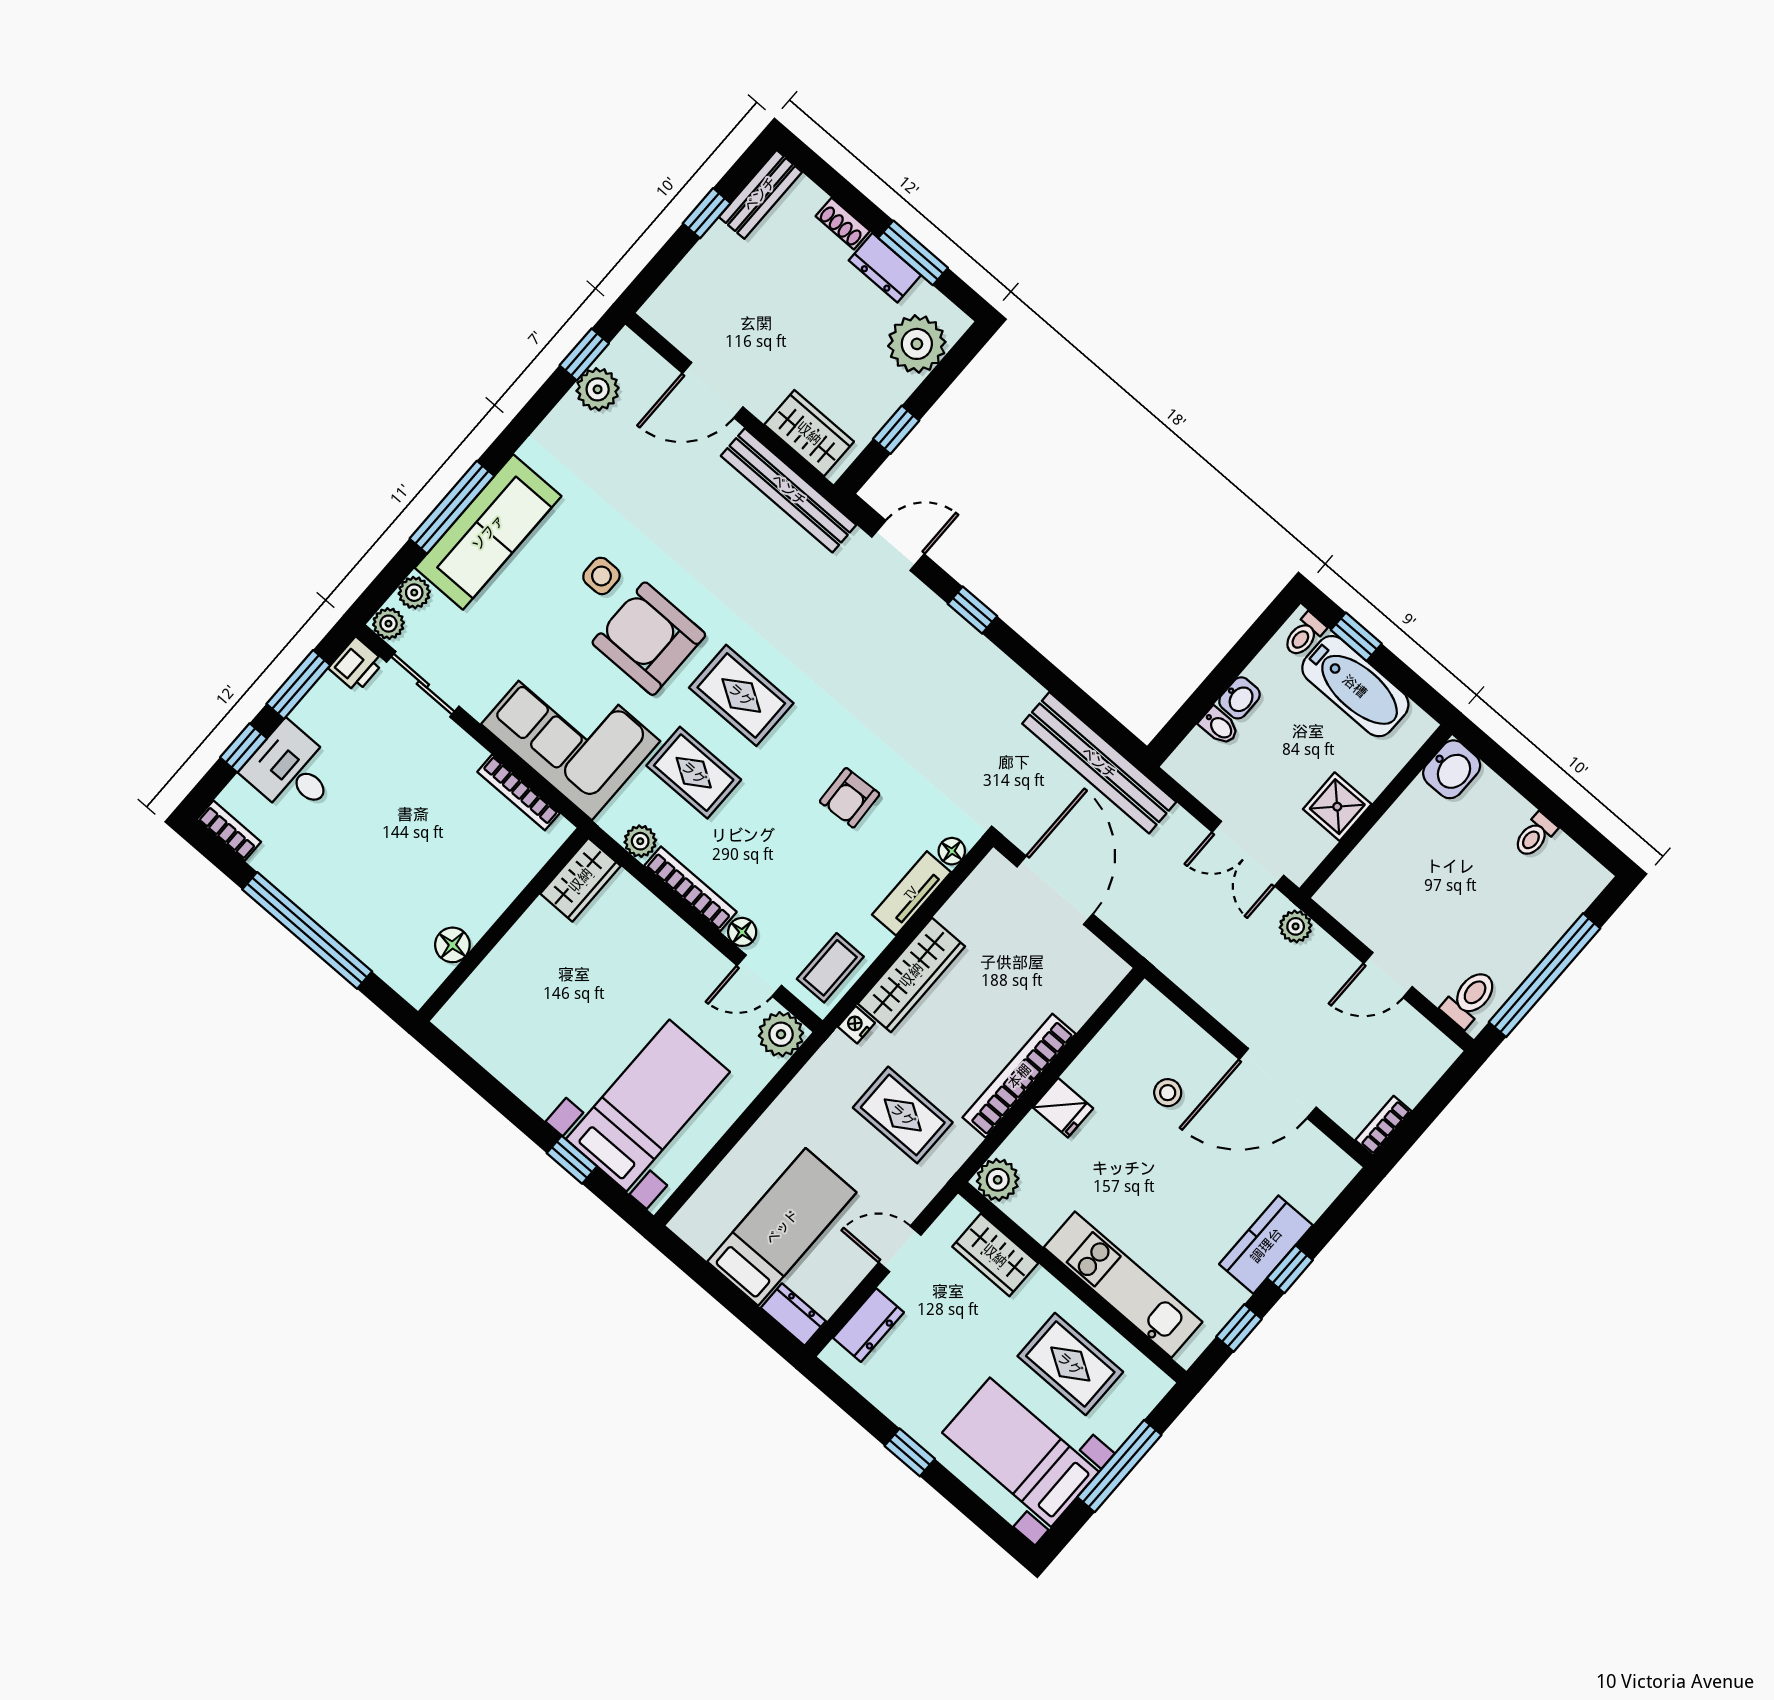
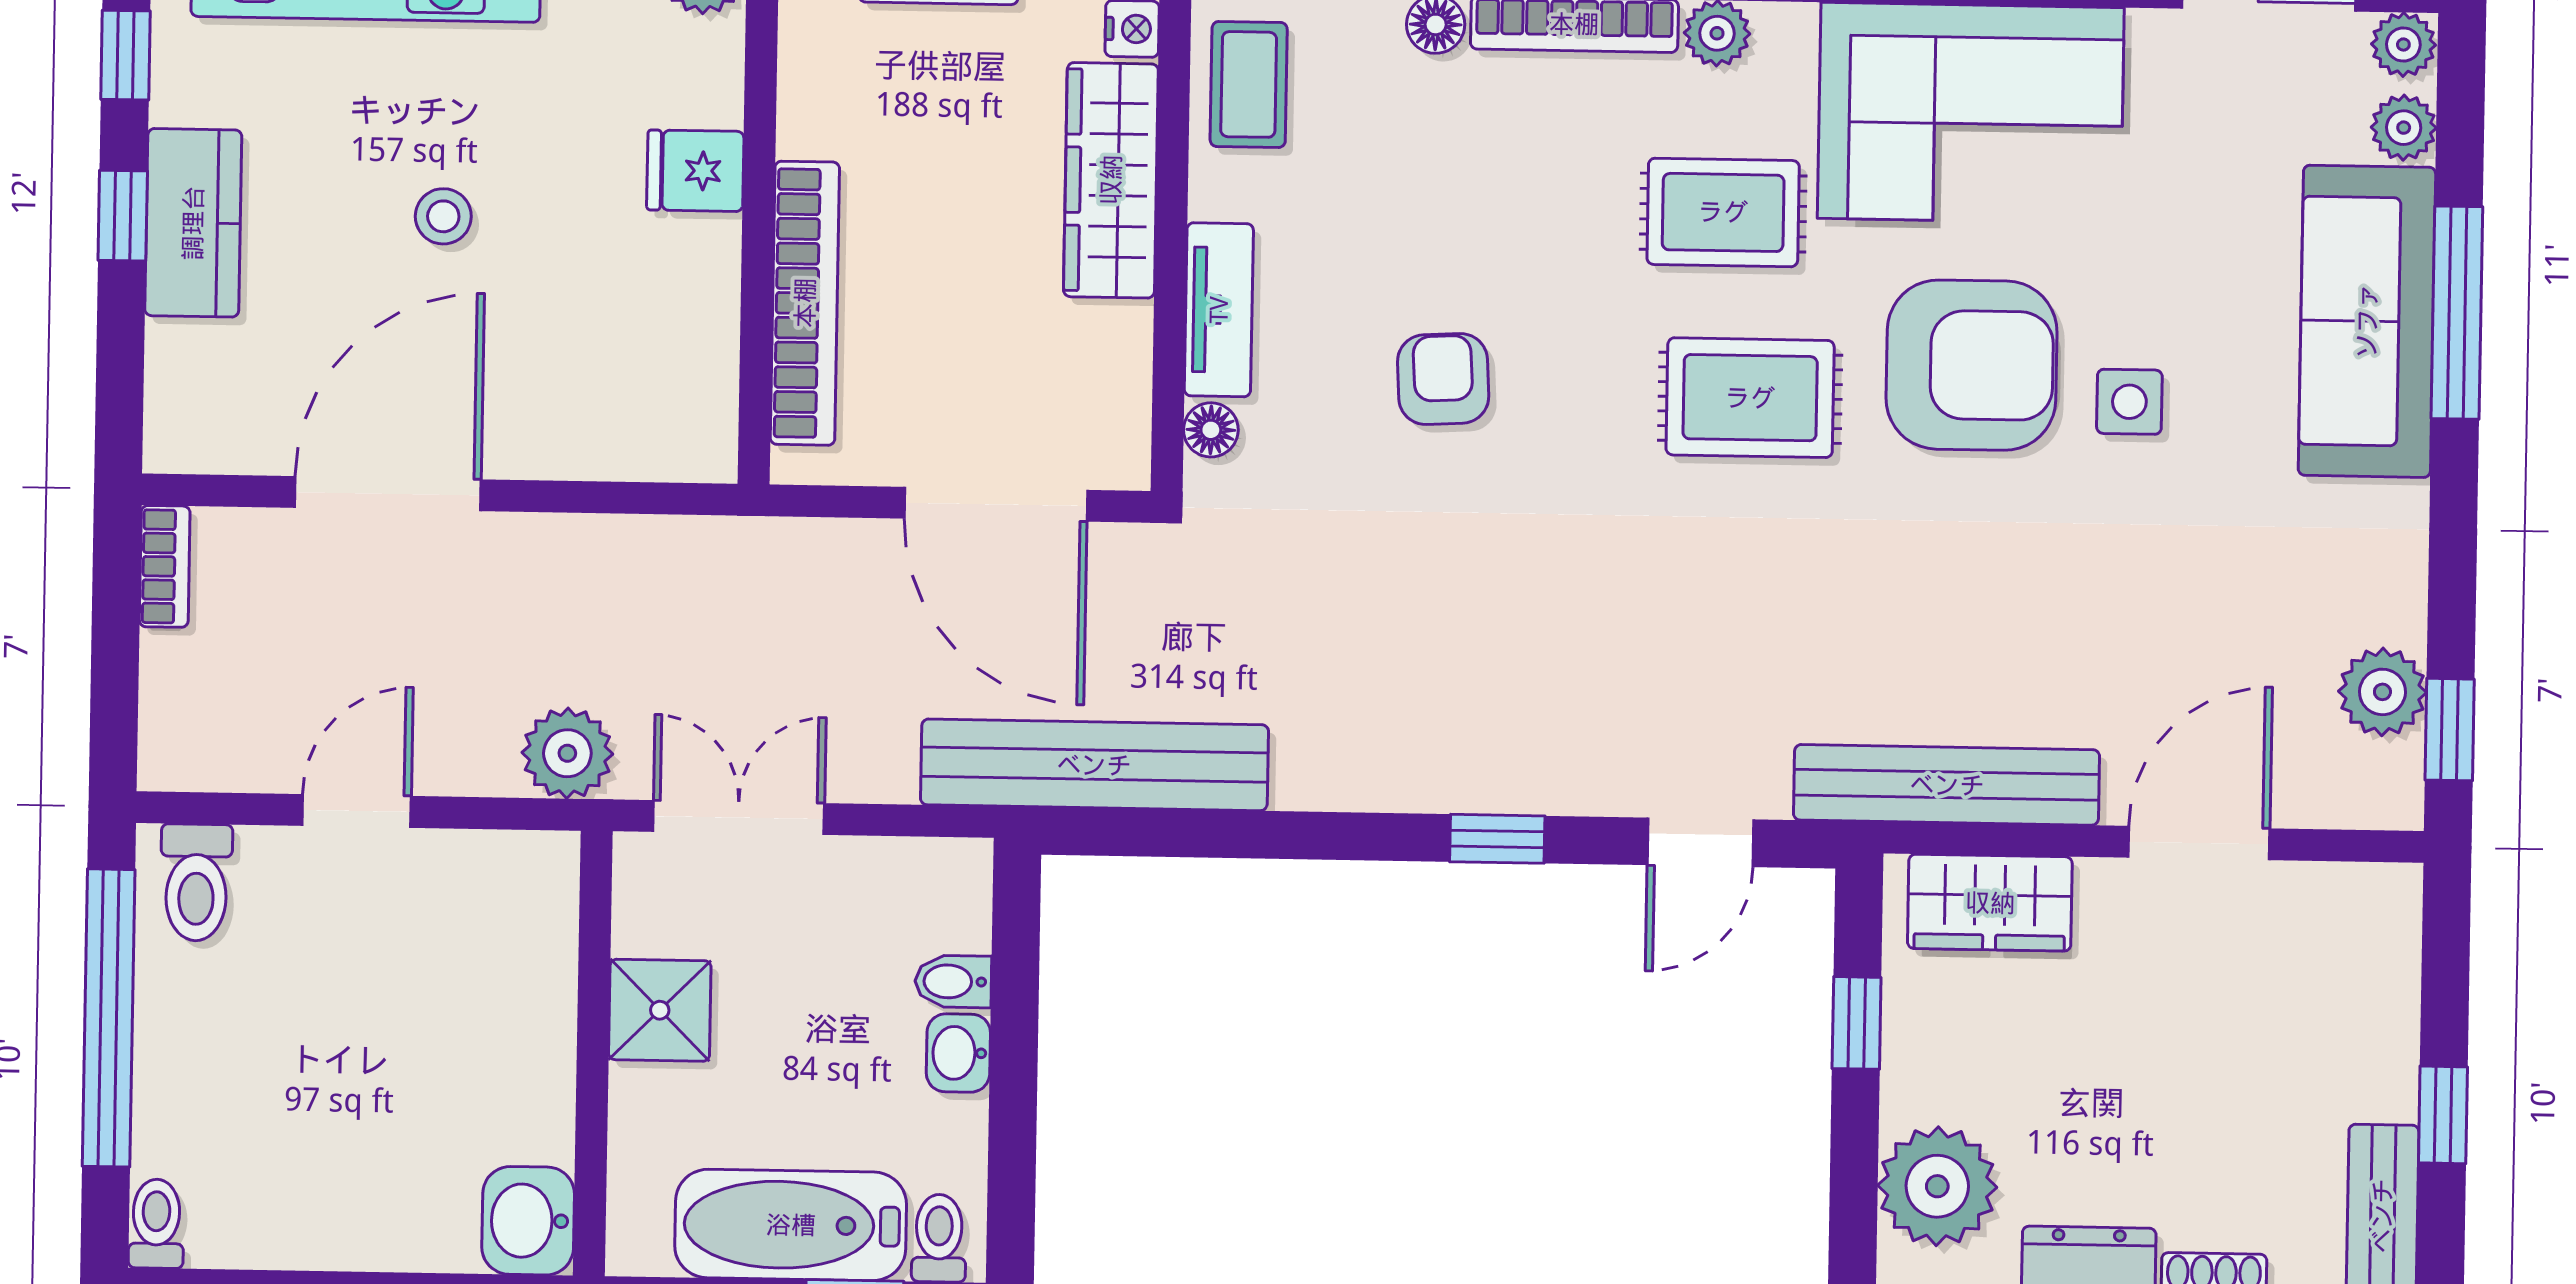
toilet: (1535, 835) -> (156, 1224), moved
plant: (1296, 926) -> (567, 753), width x1.38, depth x1.38
bookcase: (1019, 1076) -> (805, 303), moved
stool: (1168, 1093) -> (443, 216), moved

